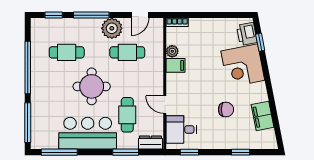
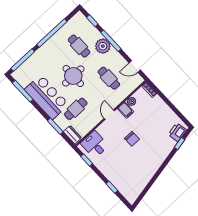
plant: (112, 28) -> (103, 46), moved
corner desk: (243, 66) -> (159, 146), removed
door: (165, 105) -> (109, 115), moved
chair: (226, 110) -> (132, 139), moved
filing cabinet: (263, 116) -> (142, 181), removed

